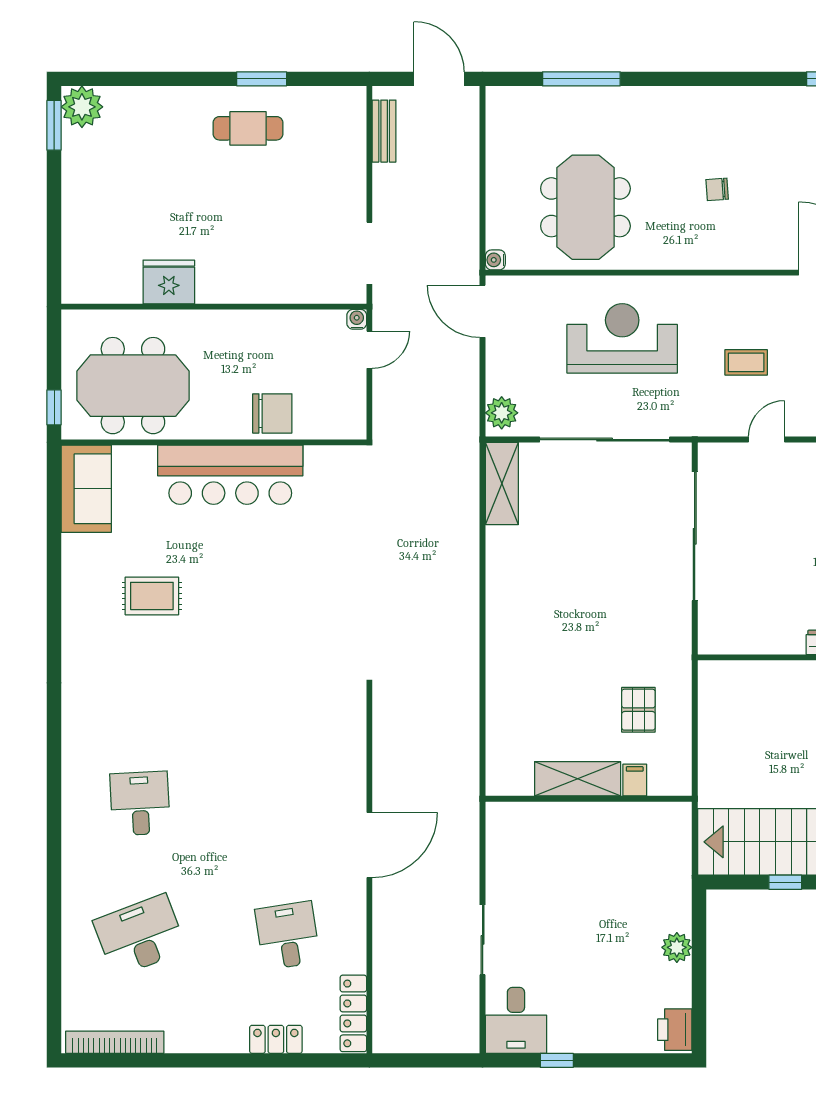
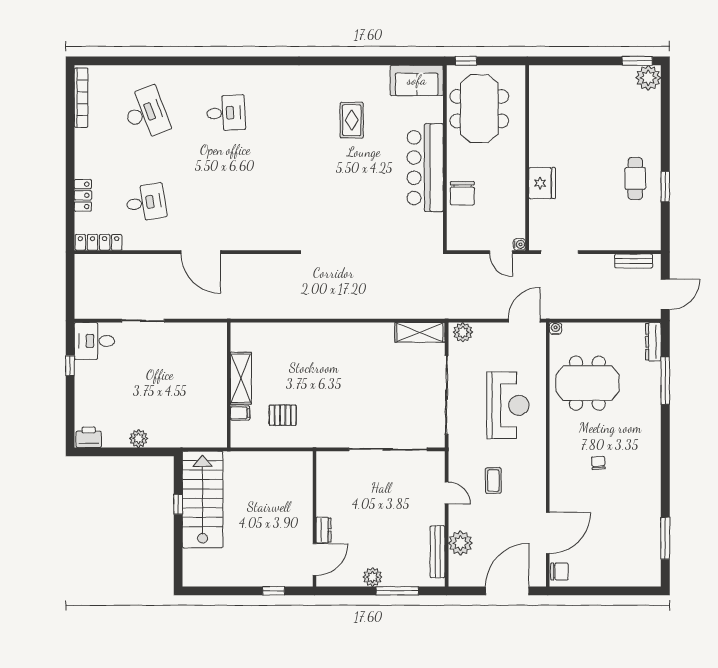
dresser: (517, 98) -> (653, 342), added
fridge: (169, 282) -> (542, 183), moved

